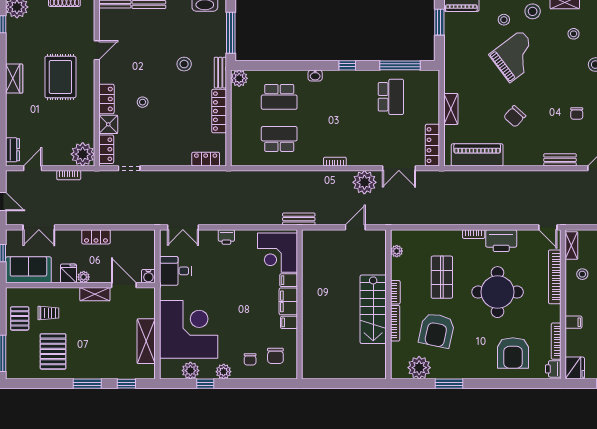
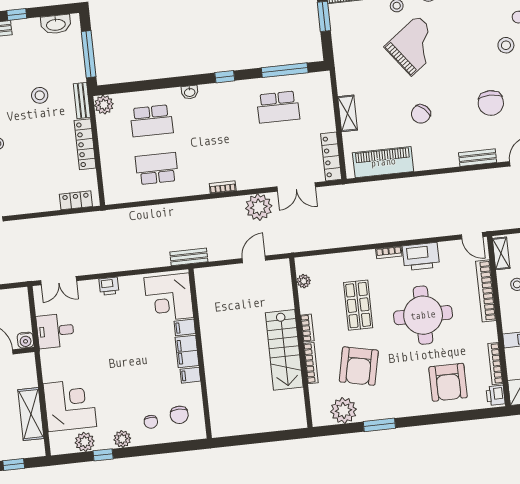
stool: (574, 34) -> (477, 13), removed
school desk: (391, 97) -> (278, 107), turned 90
chair: (577, 113) -> (491, 103), width x1.87, depth x1.87
corner desk: (189, 329) -> (70, 405), width x0.74, depth x0.74

